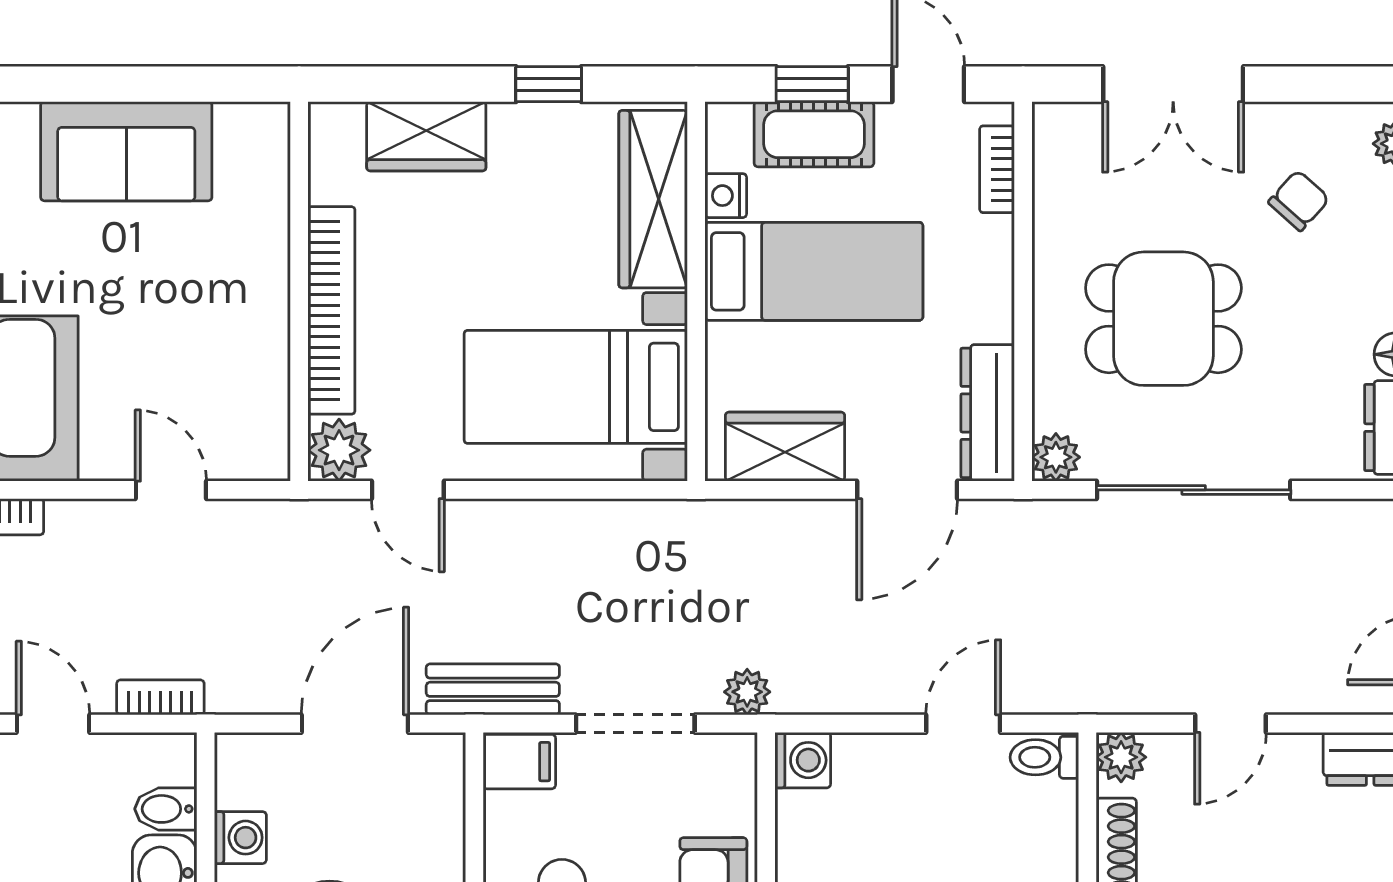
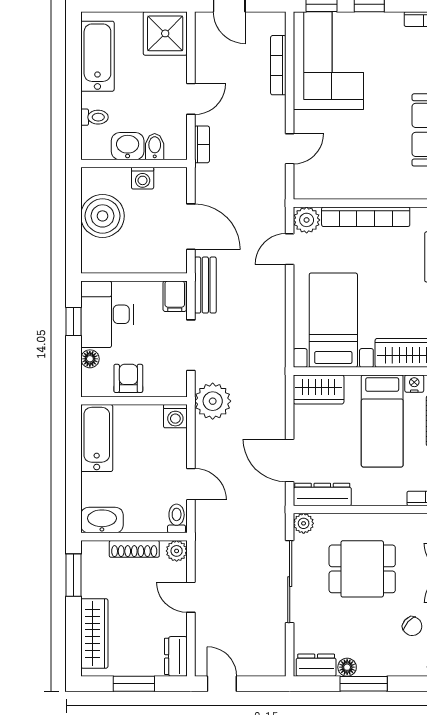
dining table: (1163, 319) -> (362, 569), turned 90
wardrobe: (785, 447) -> (319, 389), moved, turned 90
plant: (747, 692) -> (213, 401), width x1.88, depth x1.88

